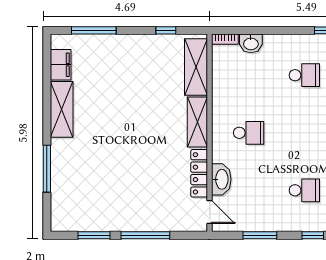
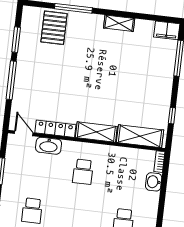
filing cabinet: (61, 65) -> (167, 30), moved
shelving: (62, 109) -> (119, 23), width x0.67, depth x0.75
pallet: (74, 190) -> (54, 28), added
door: (210, 212) -> (24, 133), swing flipped

